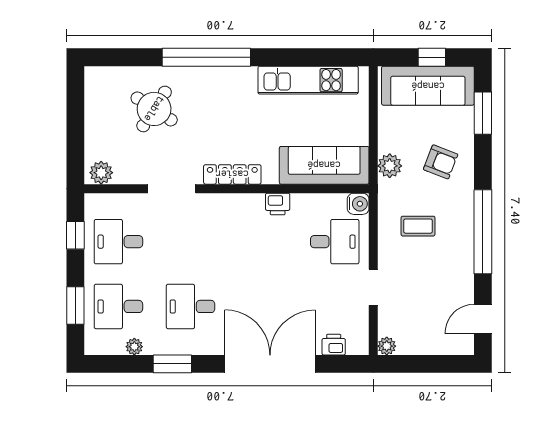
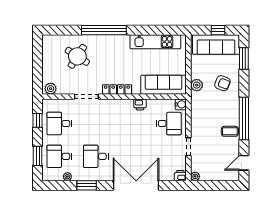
coffee table: (418, 226) -> (230, 131), moved
printer: (334, 345) -> (180, 176), moved

